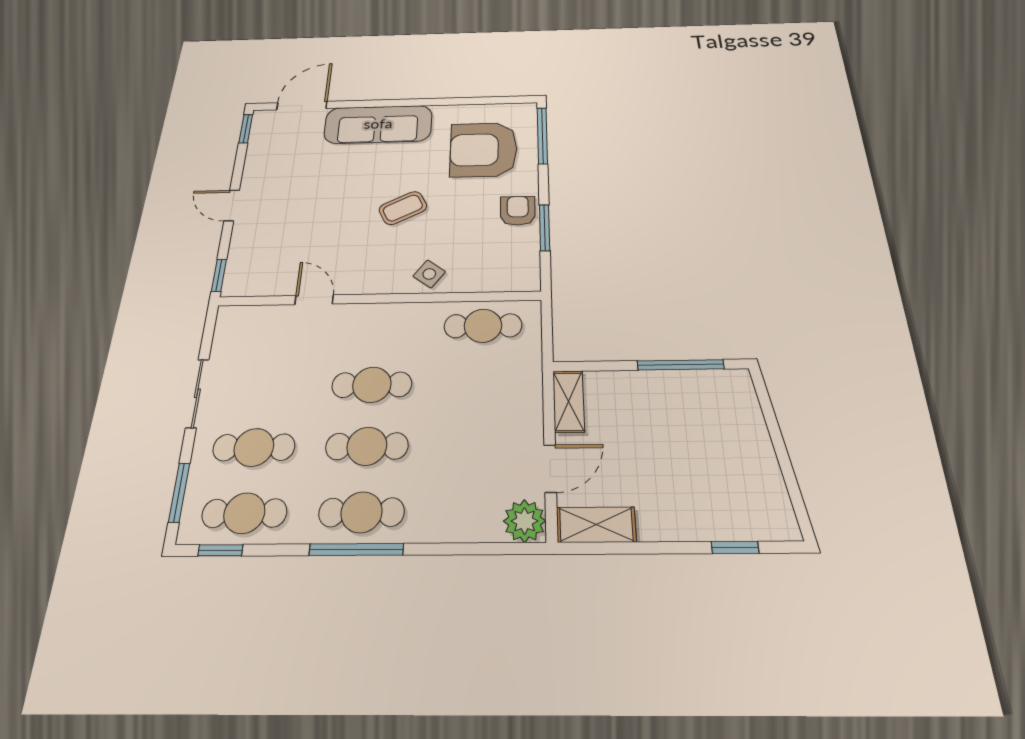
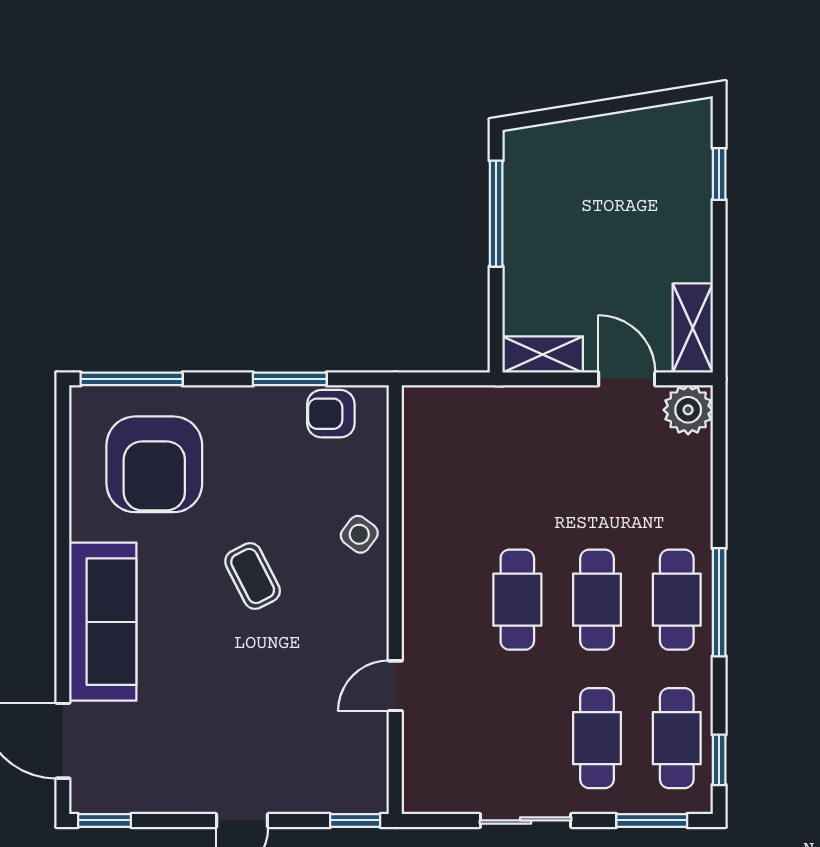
armchair: (518, 211) -> (331, 414), moved
cafe table: (483, 326) -> (438, 461), removed

